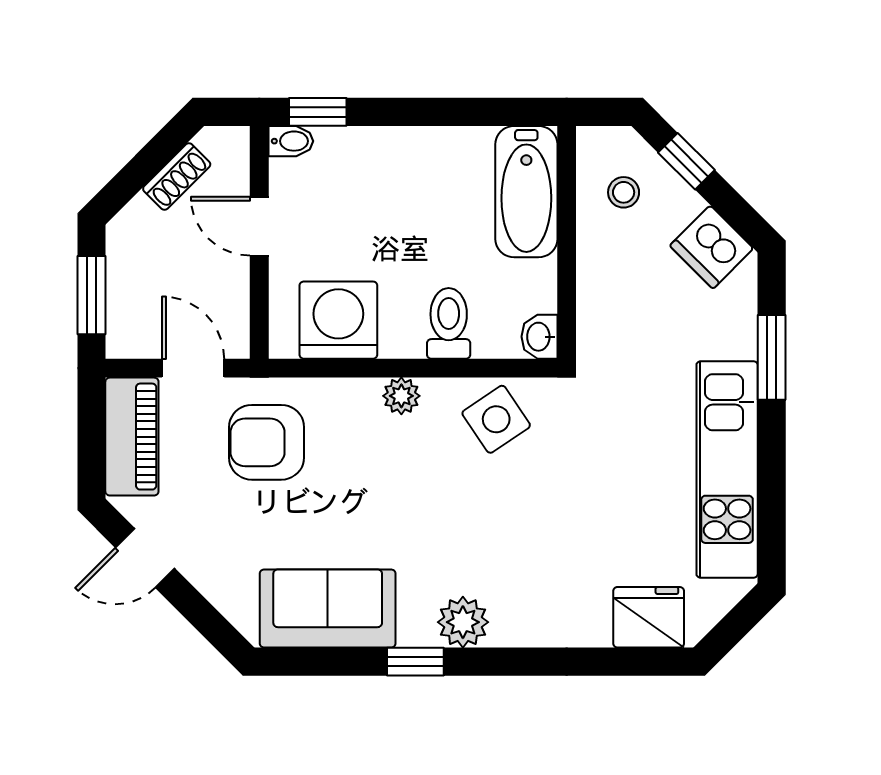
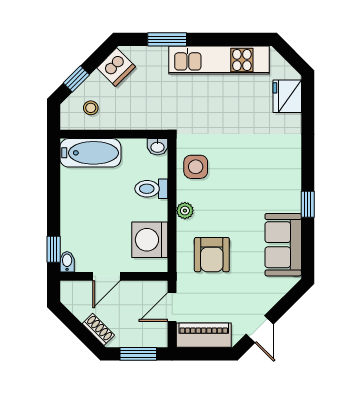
shoe rack: (177, 177) -> (98, 329), moved
side table: (496, 419) -> (196, 167), turned 34
armchair: (267, 442) -> (212, 255), moved
plant: (463, 622) -> (290, 182), removed

